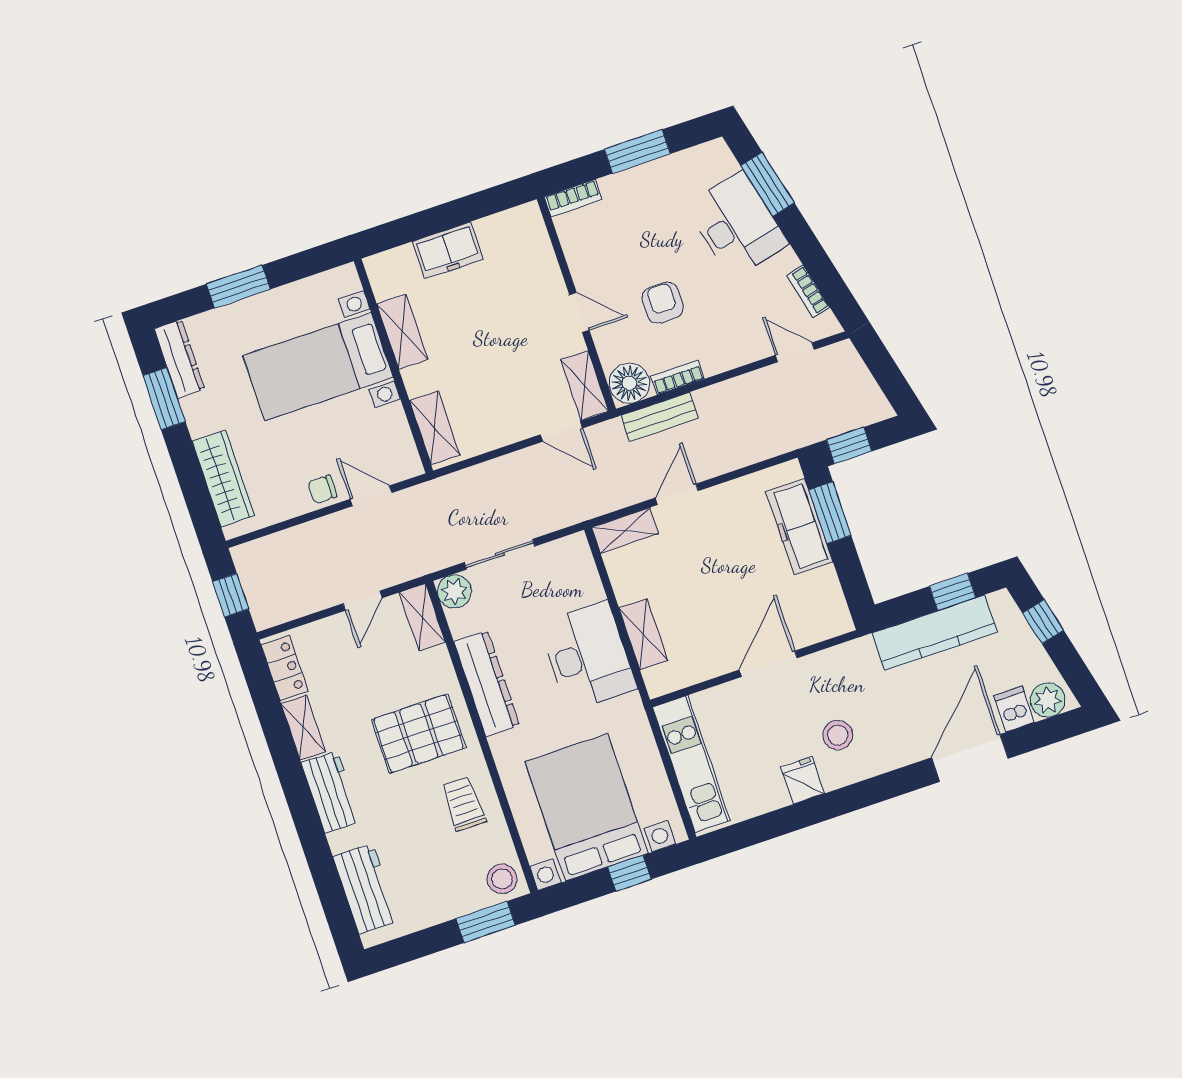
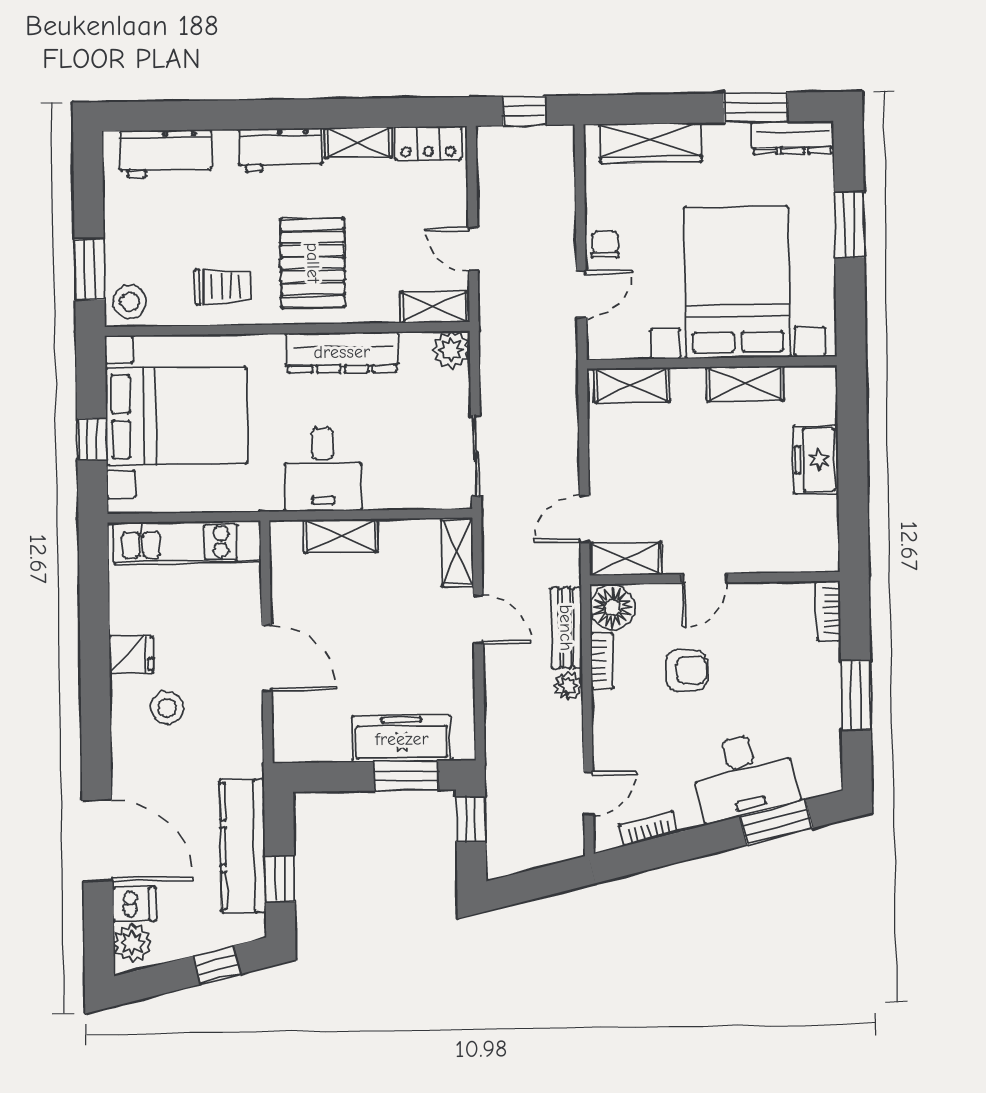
bed with nightstands: (318, 367) -> (737, 282), width x1.36
plant: (709, 399) -> (568, 686), added
sliding door: (500, 554) -> (476, 456), moved
desk: (588, 656) -> (323, 470), width x0.73

